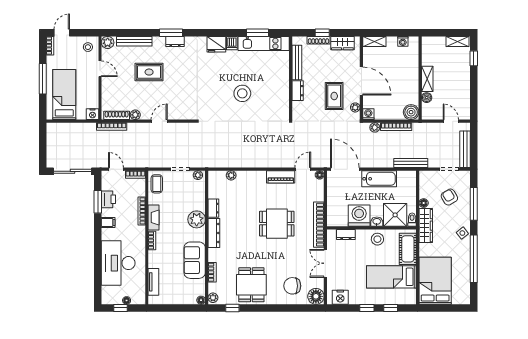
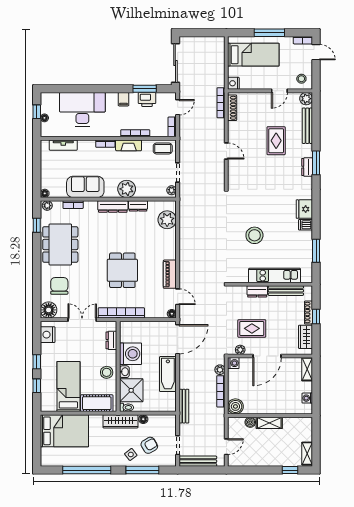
kitchen unit: (264, 43) -> (275, 276), moved, turned 90
plant: (135, 115) -> (233, 127), removed
plant: (231, 175) -> (167, 220), width x1.88, depth x1.88
side table: (462, 233) -> (131, 454), moved
dining table: (251, 285) -> (60, 244), width x1.37

